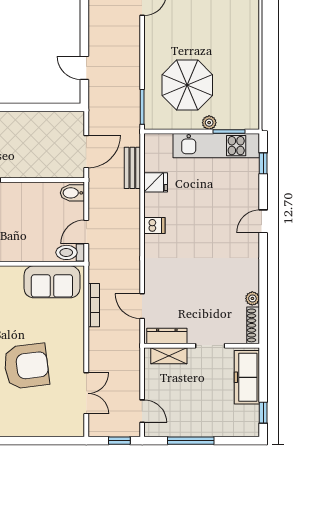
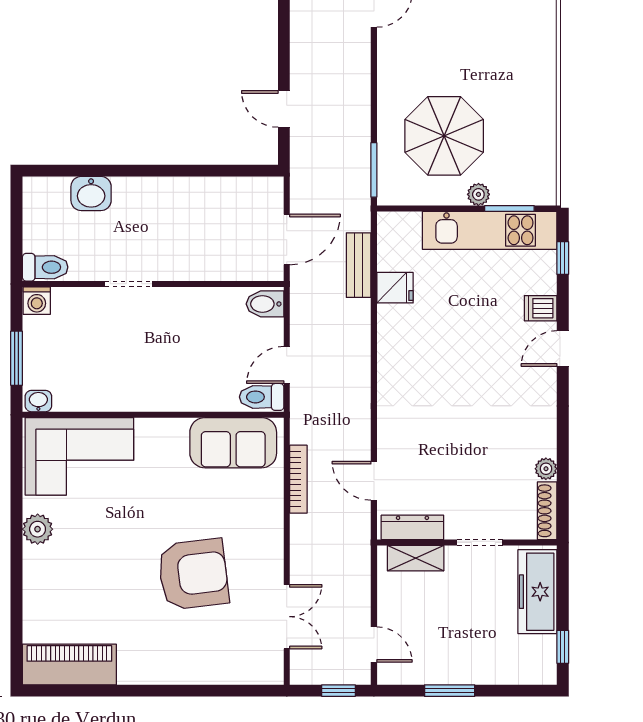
dishwasher: (154, 226) -> (541, 308), moved, turned 180
window: (191, 441) -> (450, 691), width x0.69

